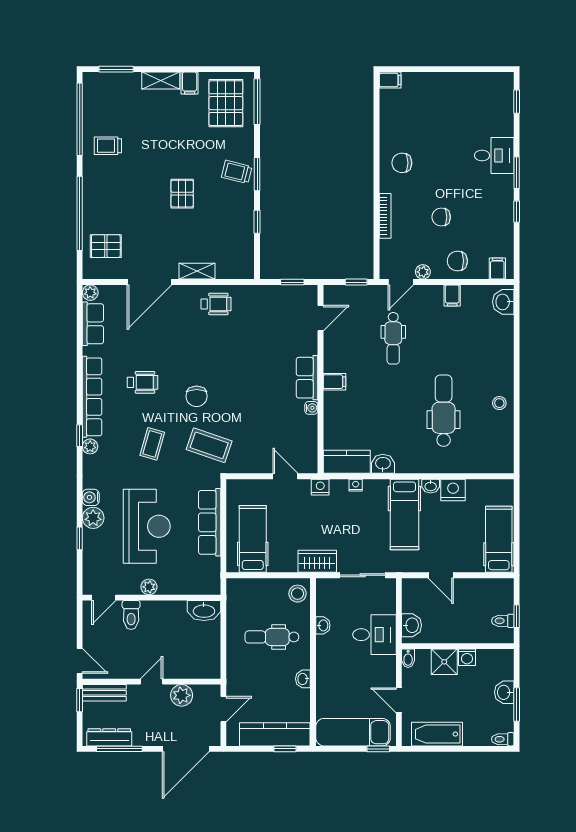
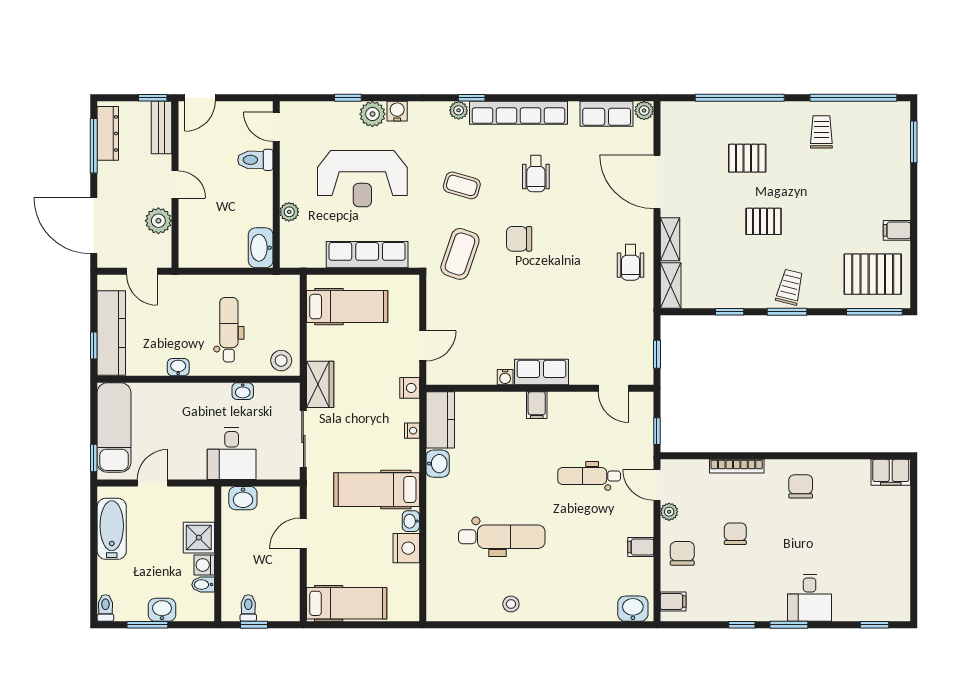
shelving: (161, 80) -> (671, 285), moved
filing cabinet: (390, 80) -> (891, 472), width x2.00
pallet: (106, 246) -> (747, 158), moved, turned 90
plant: (149, 587) -> (289, 212), moved
bidet: (408, 658) -> (203, 585), moved

